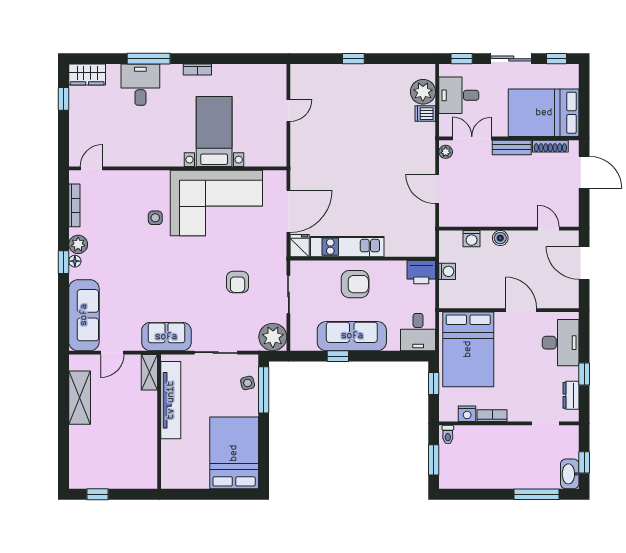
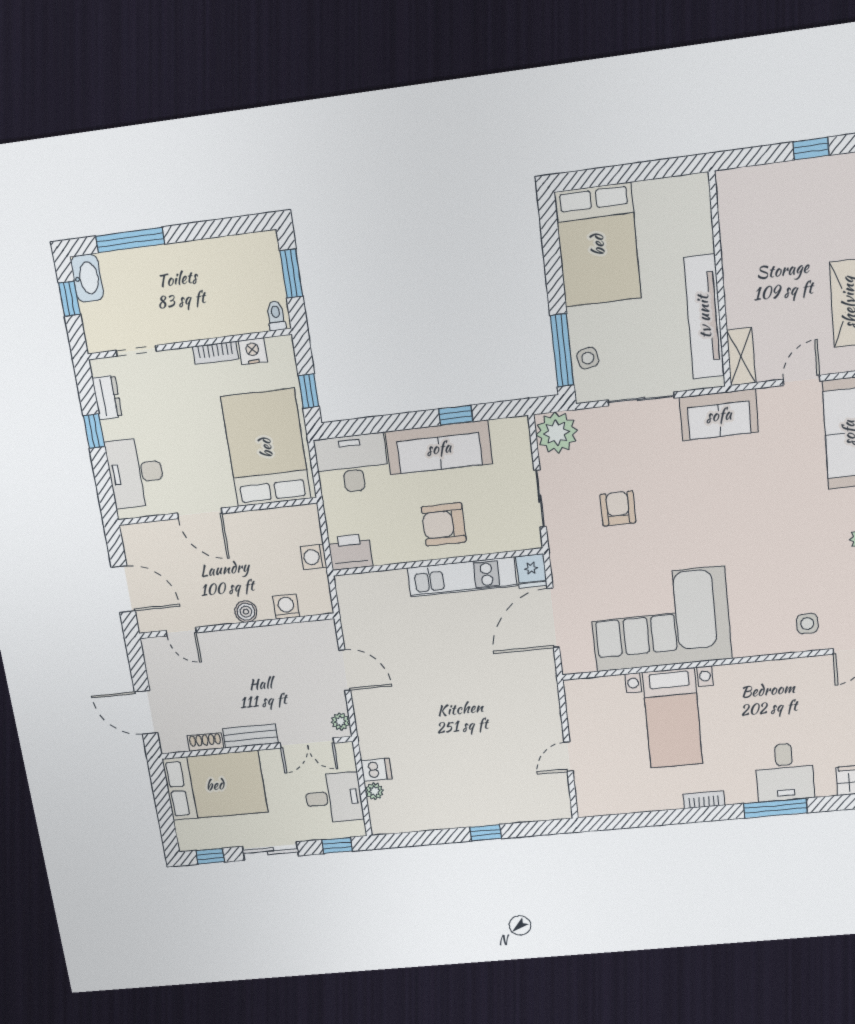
plant: (423, 92) -> (374, 791), width x0.53, depth x0.53
shoe rack: (550, 146) -> (205, 742), width x0.70
side table: (155, 218) -> (807, 624), moved
desk: (418, 332) -> (352, 464), width x1.37

